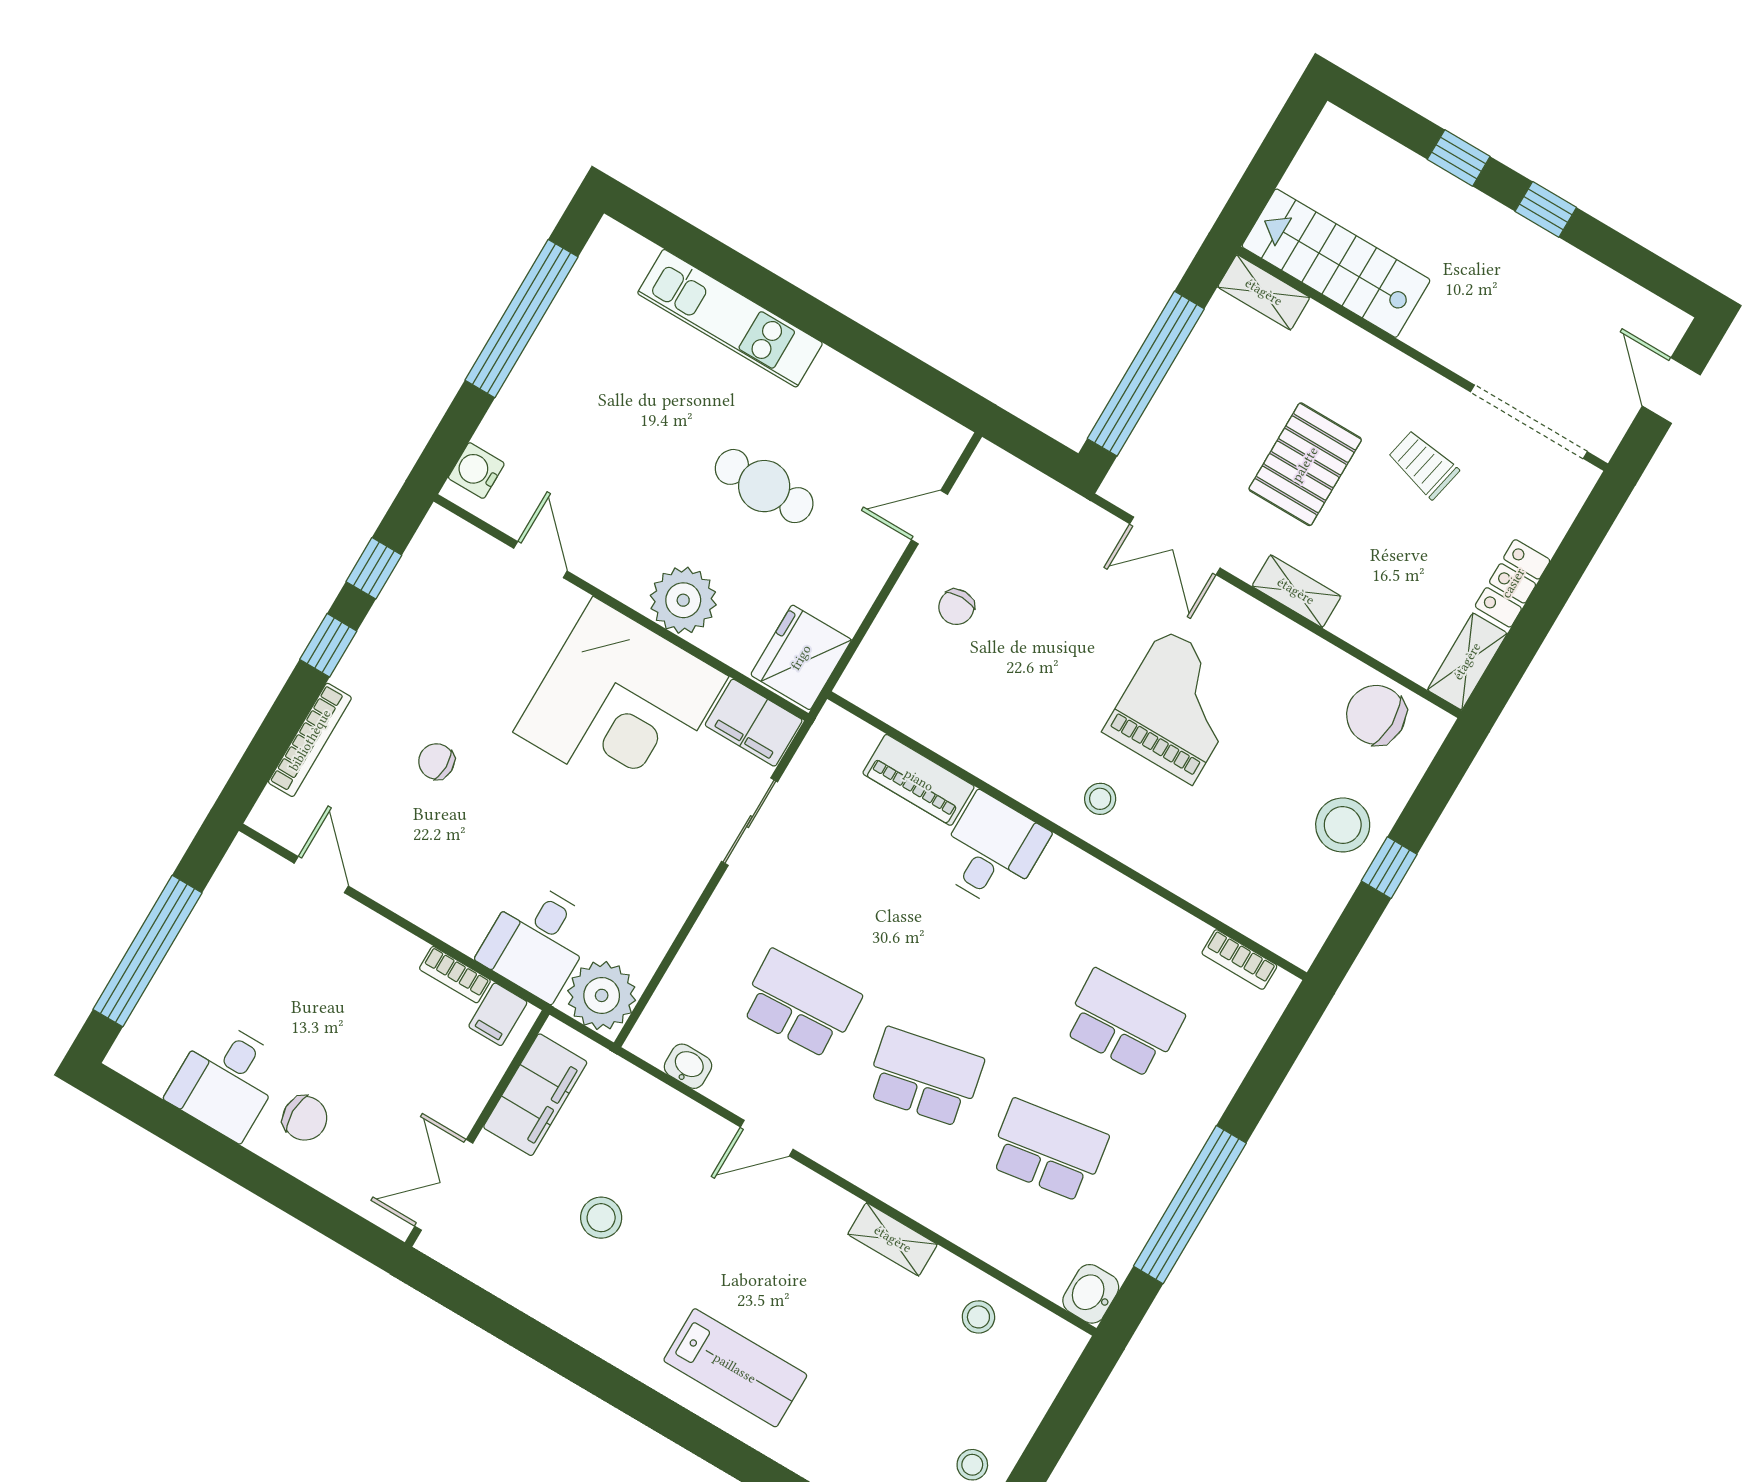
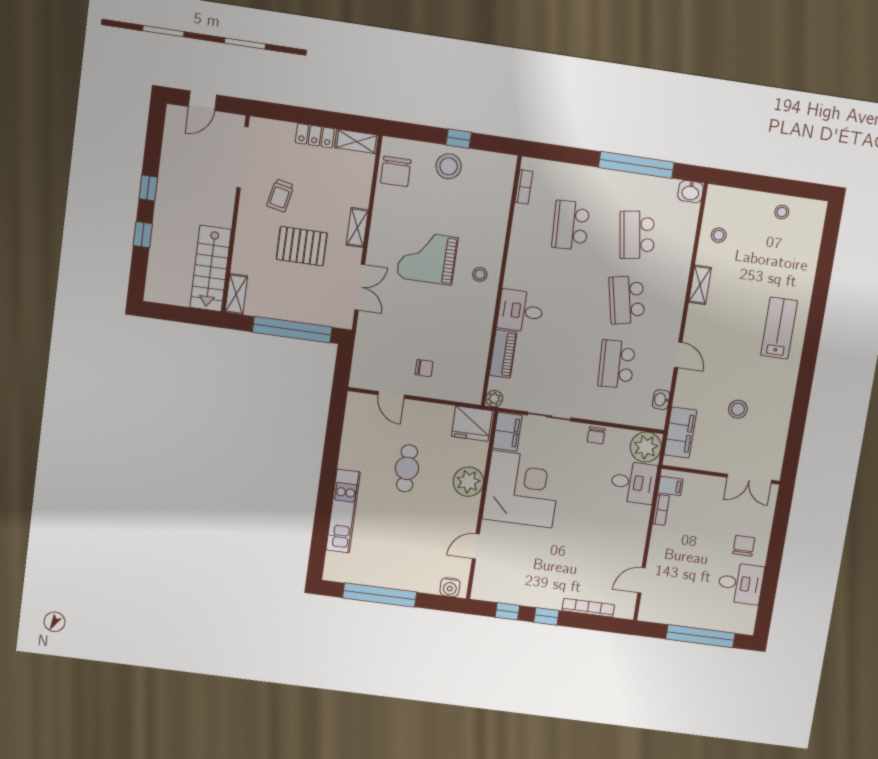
plant: (834, 724) -> (494, 399), added
chair: (436, 761) -> (596, 435), moved
filing cabinet: (535, 1095) -> (680, 433), moved, turned 90

